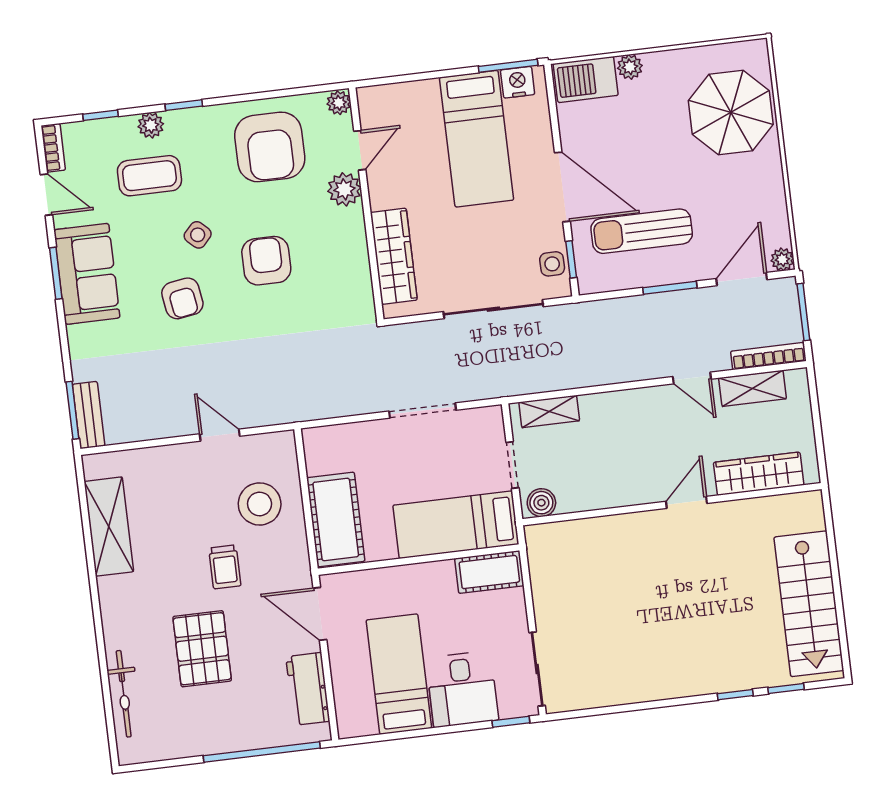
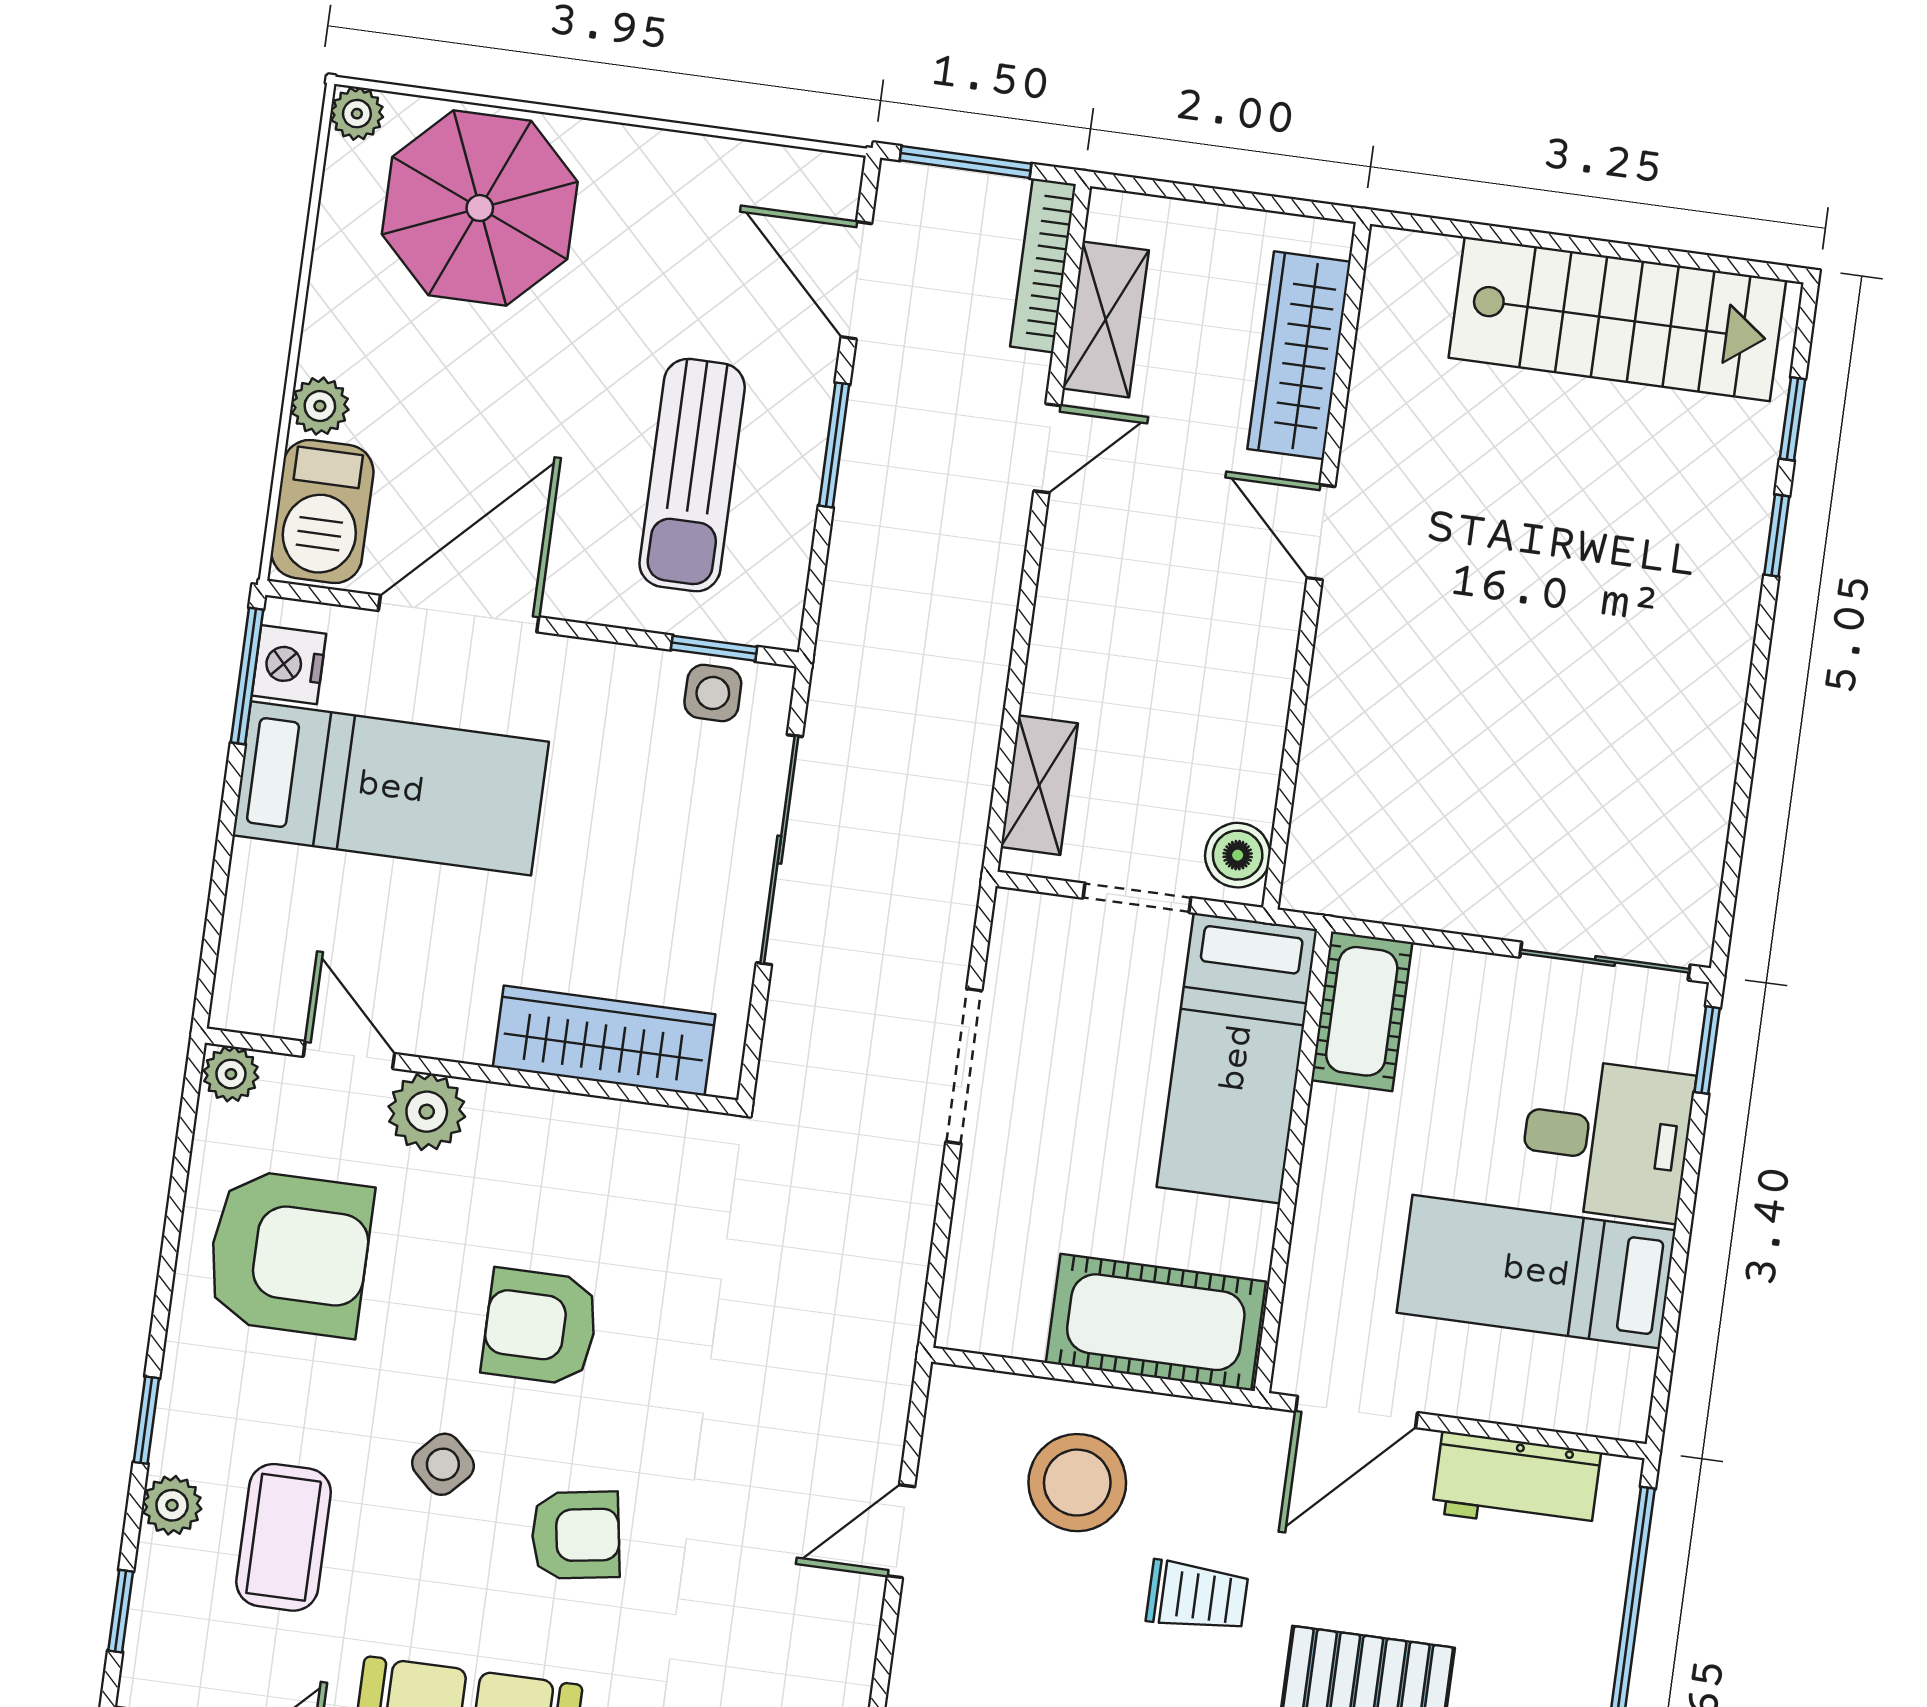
door: (562, 187) -> (459, 614), moved
plant: (782, 259) -> (357, 114), moved

